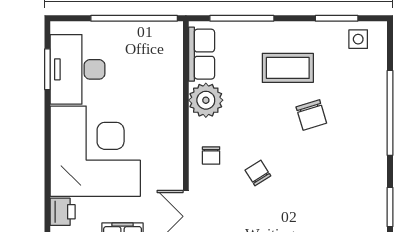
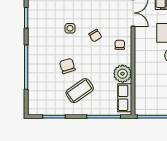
side table: (358, 39) -> (70, 28), moved
coffee table: (288, 68) -> (80, 91), turned -35

